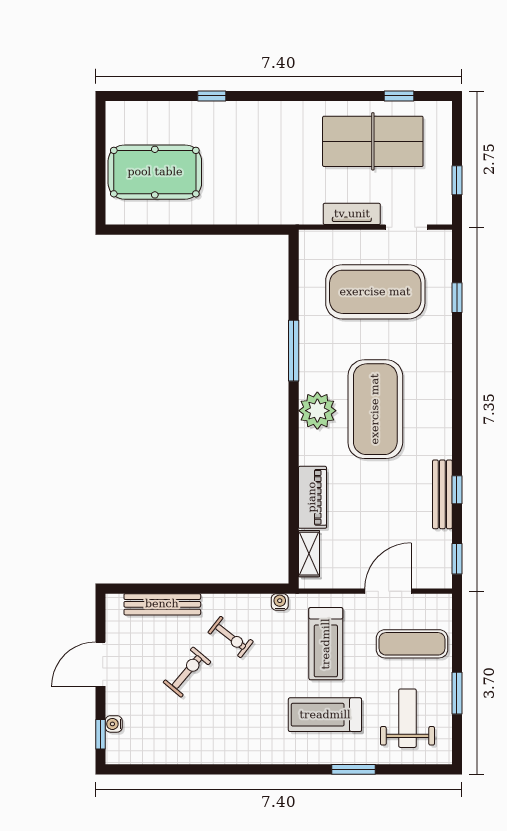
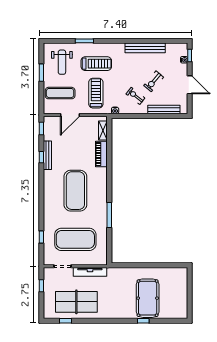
pool table: (155, 172) -> (148, 298), moved, turned 90
tv unit: (352, 214) -> (90, 272), width x1.41
plant: (317, 411) -> (99, 190), removed
door: (100, 664) -> (190, 85), hinge flipped
bench: (208, 753) -> (145, 48), added

